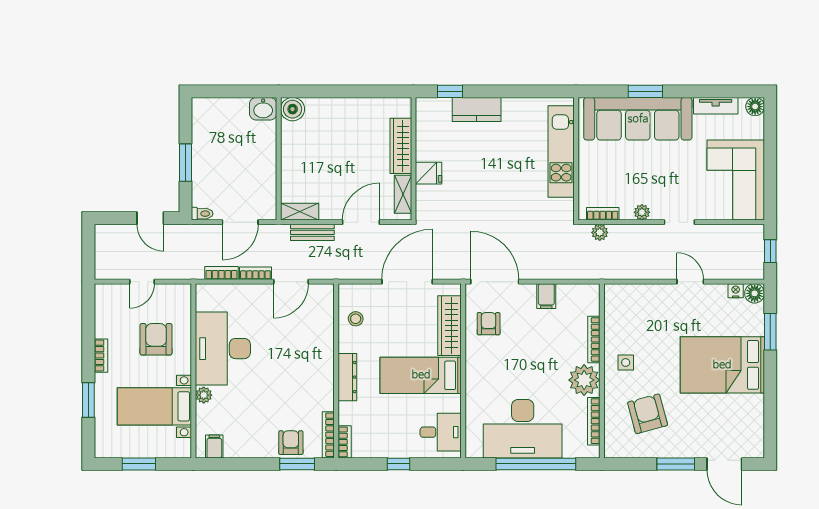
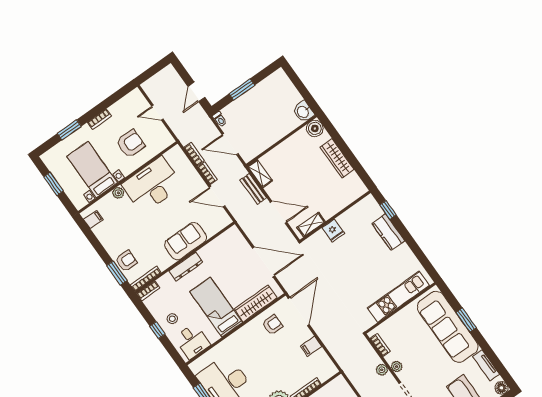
wardrobe: (401, 146) -> (337, 158), moved, turned -90
plant: (600, 232) -> (382, 370), moved
stool: (356, 319) -> (172, 319), moved
sofa: (317, 356) -> (186, 241), added

